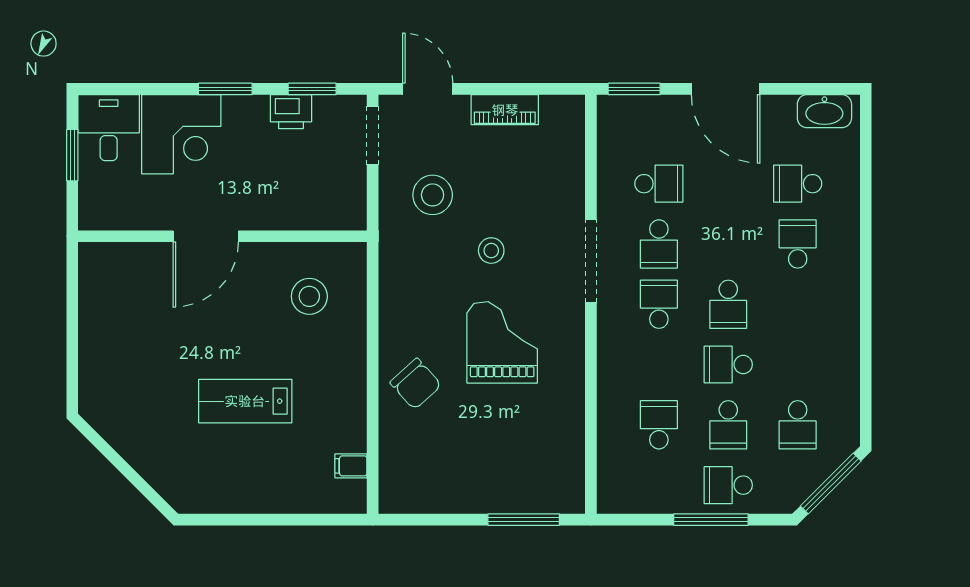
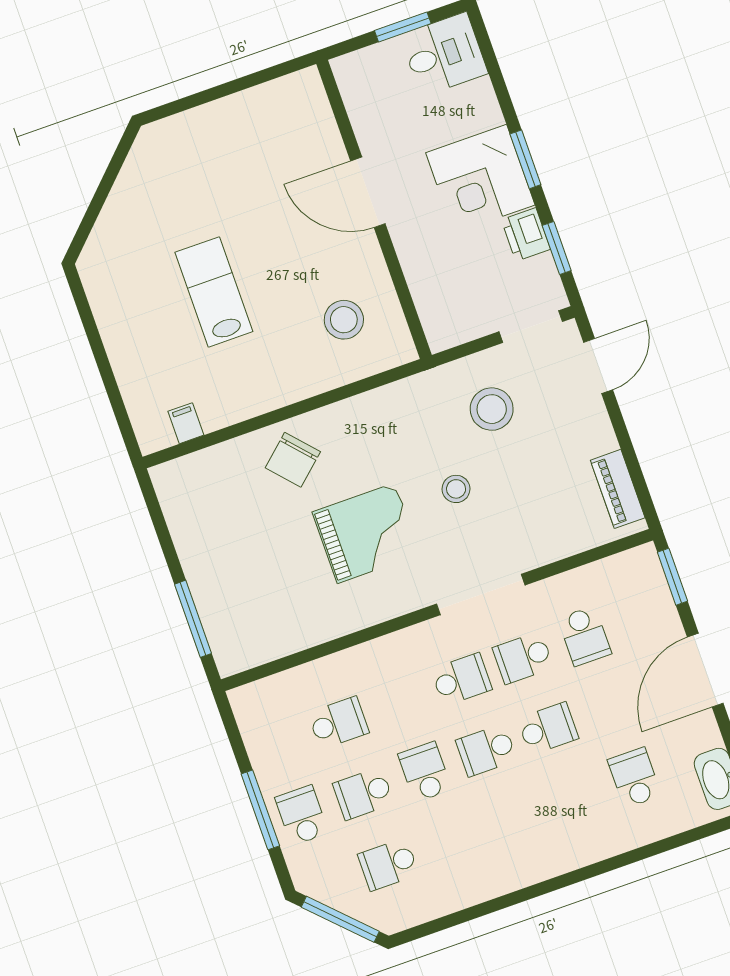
piano: (505, 110) -> (618, 489), moved
corner desk: (181, 134) -> (480, 179), moved
school desk: (798, 244) -> (548, 729), moved

